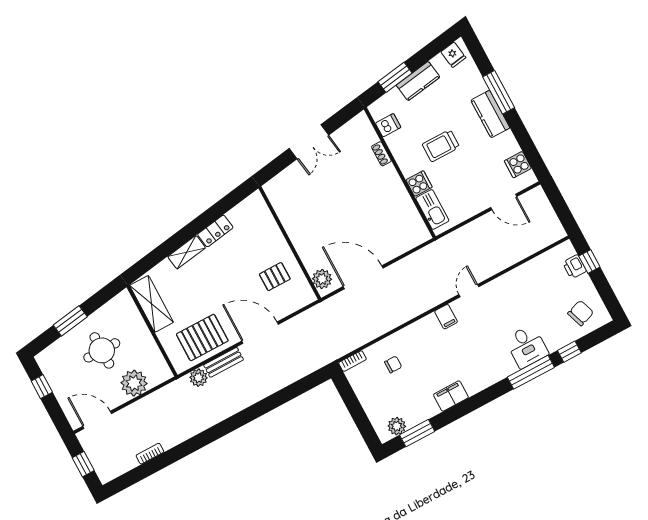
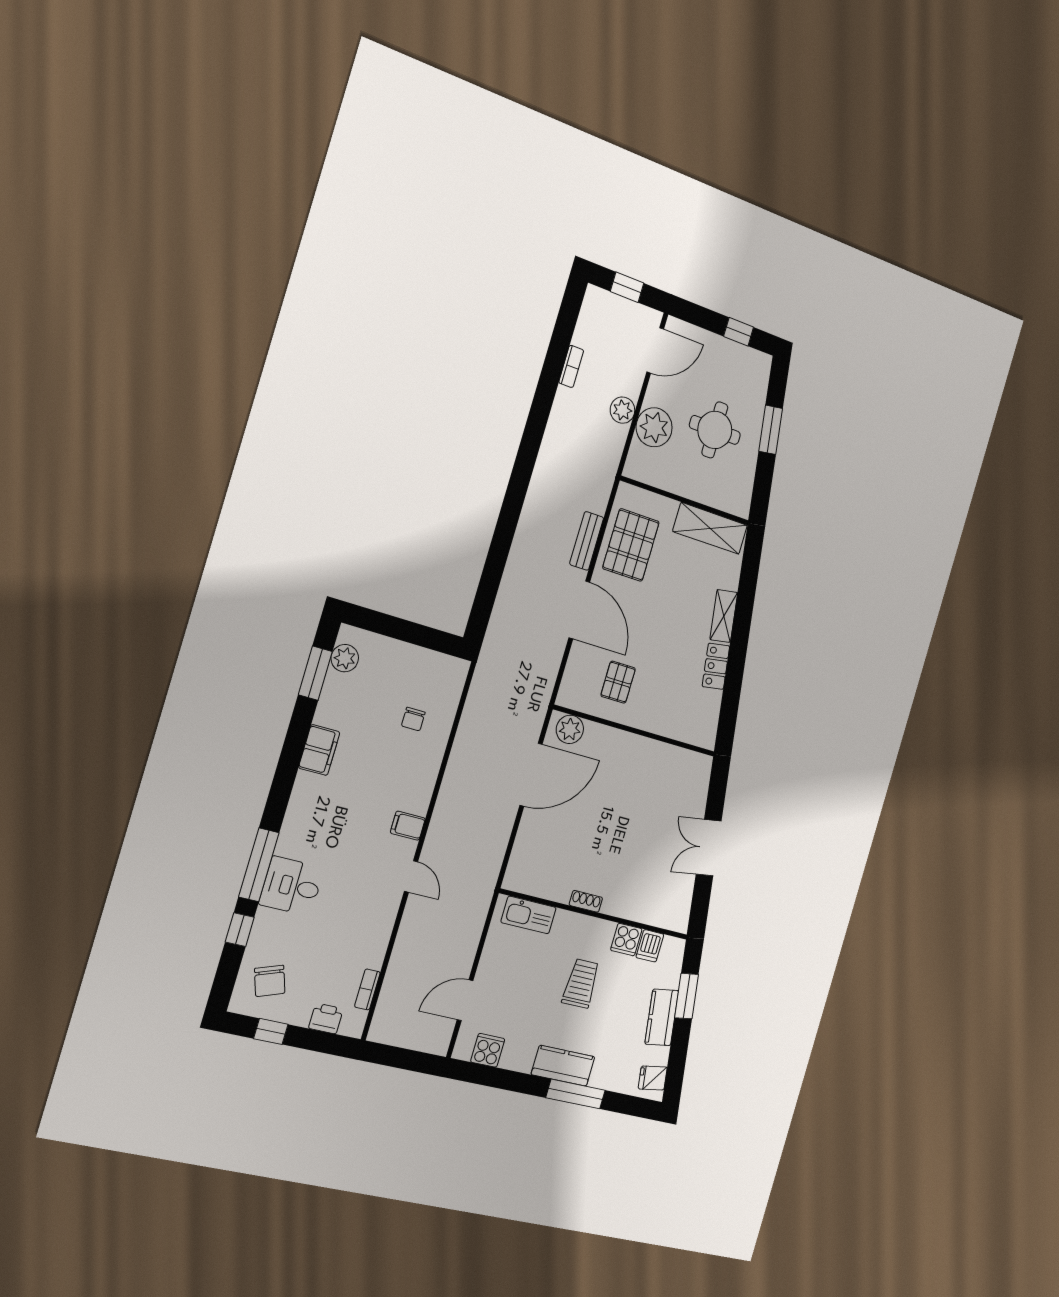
shoe rack: (381, 154) -> (586, 901), moved
cooker: (419, 184) -> (626, 940), moved
window: (589, 261) -> (271, 1031), moved
door: (260, 333) -> (579, 610), hinge flipped
bookcase: (352, 361) -> (367, 989), moved
plant: (199, 378) -> (622, 410), moved

